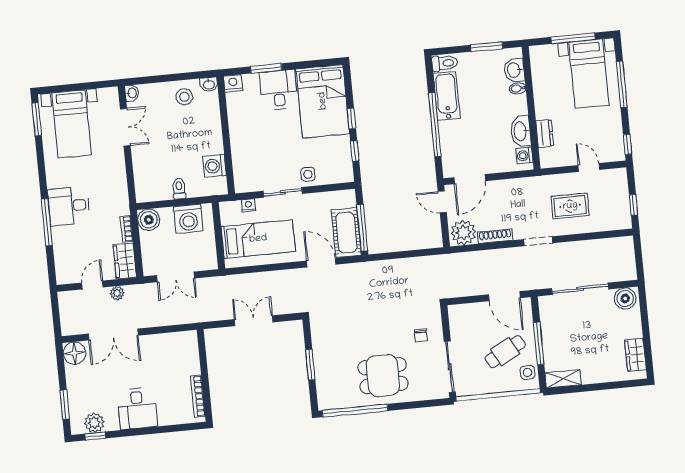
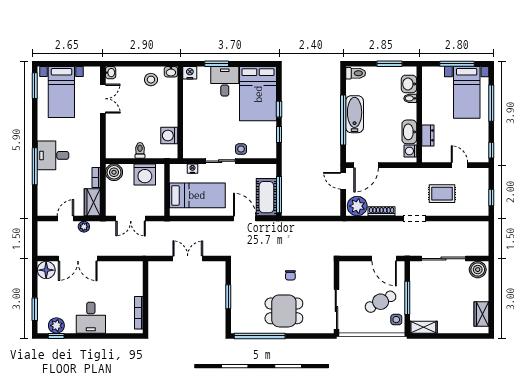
bathtub: (447, 96) -> (355, 114), moved
chair: (421, 335) -> (290, 275), moved

